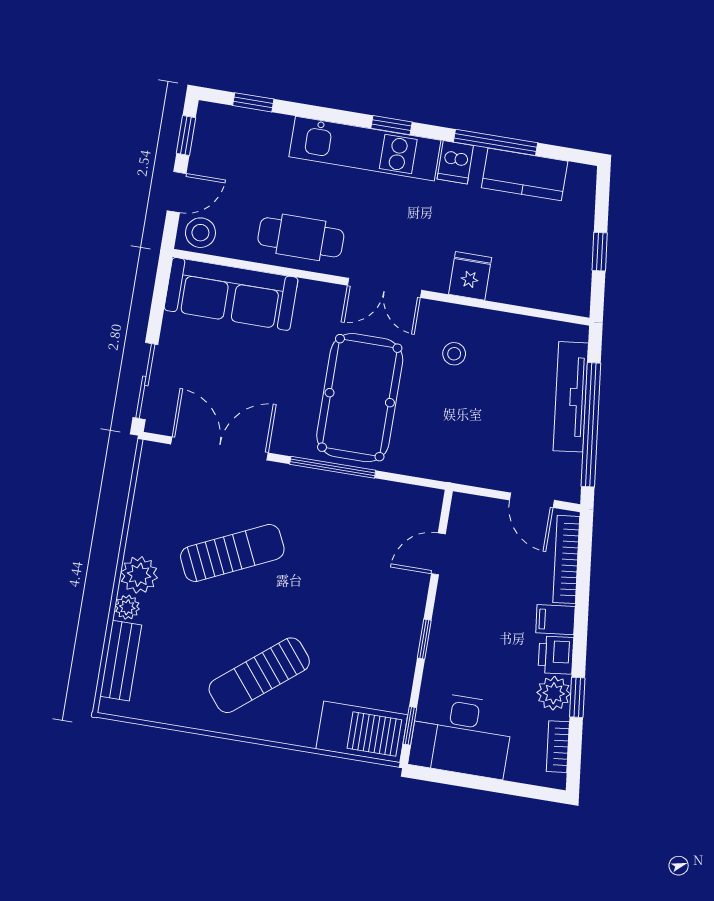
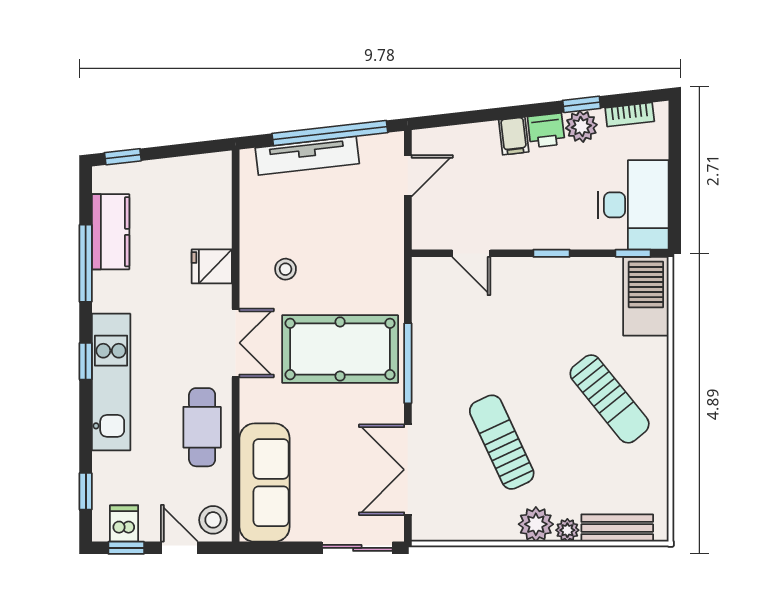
dishwasher: (455, 162) -> (124, 523), moved, turned -90
window: (600, 252) -> (123, 157), moved
bookcase: (566, 559) -> (457, 135), removed

